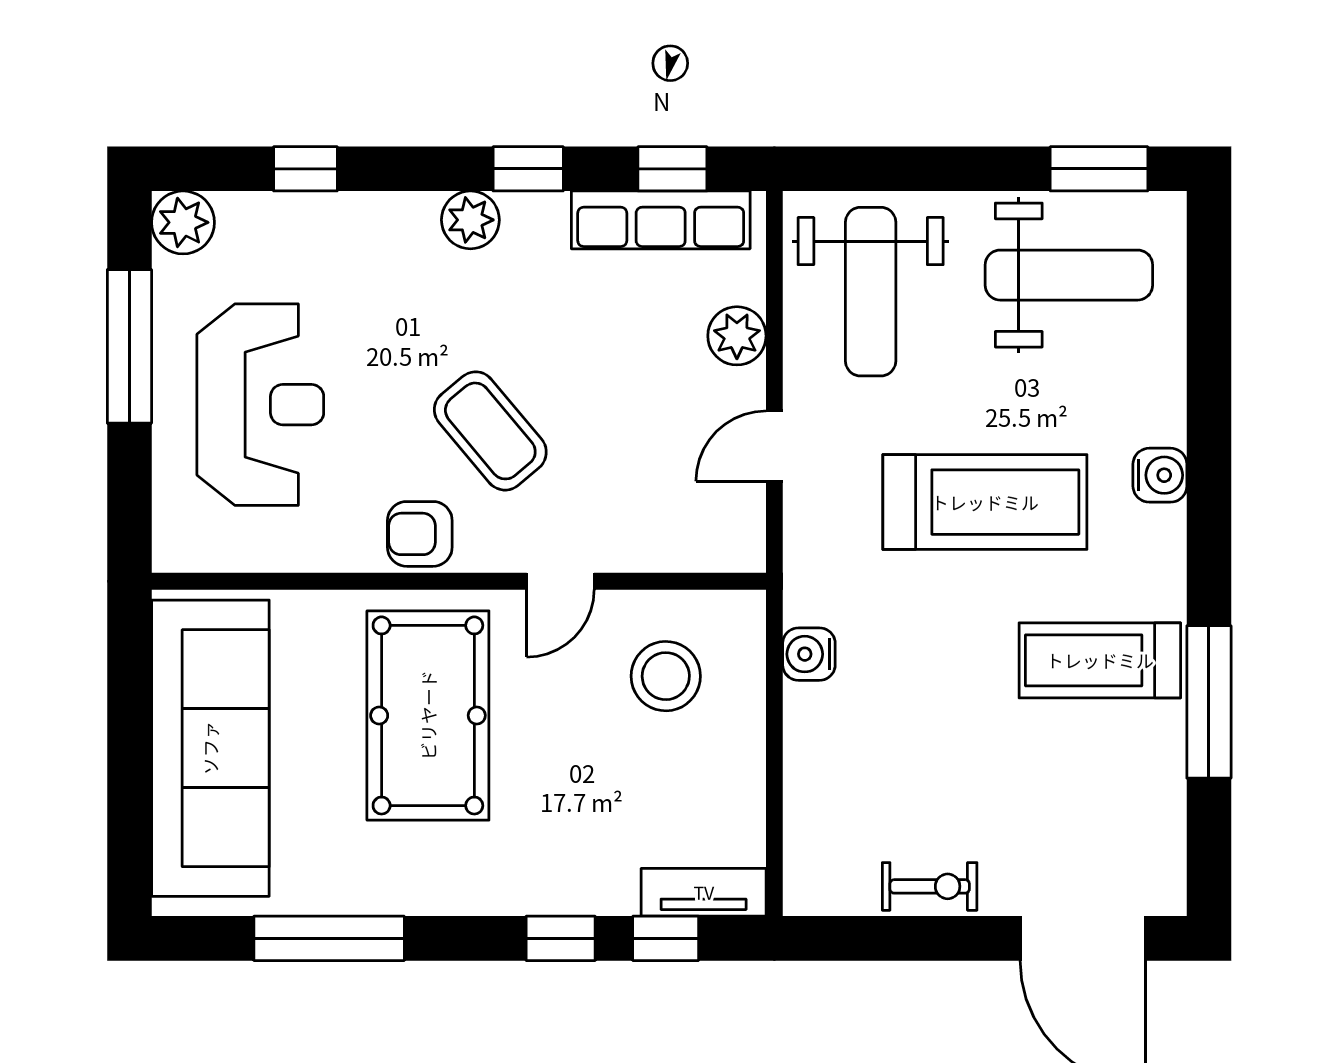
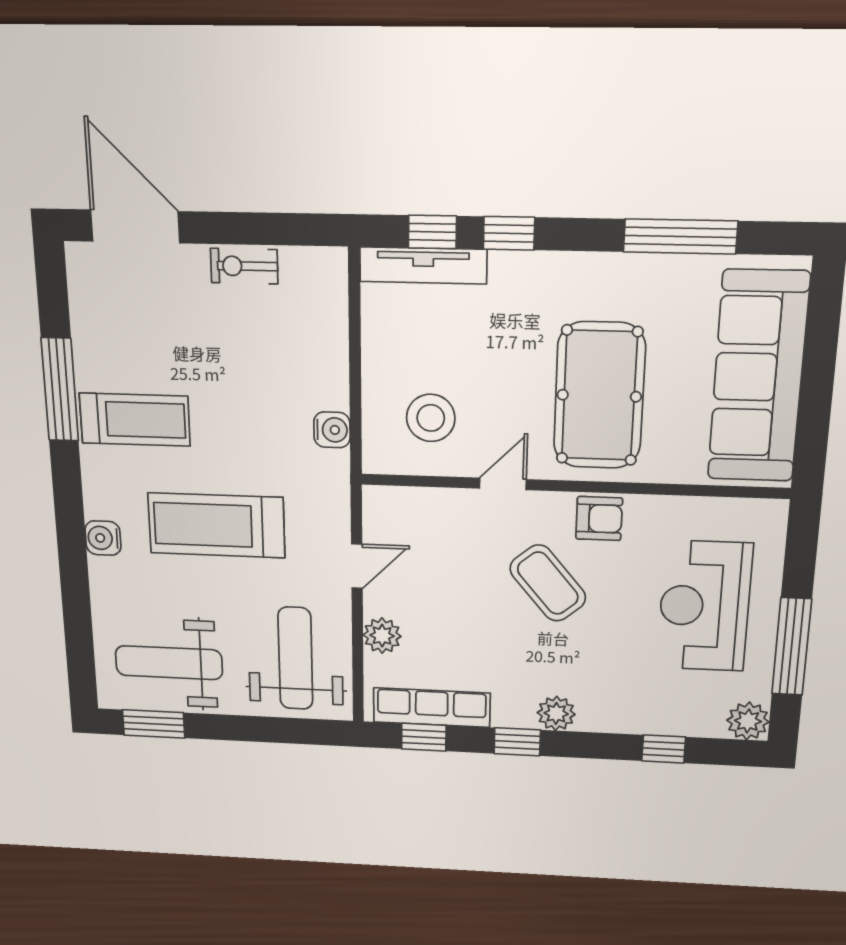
tv unit: (704, 892) -> (423, 266), width x1.41

